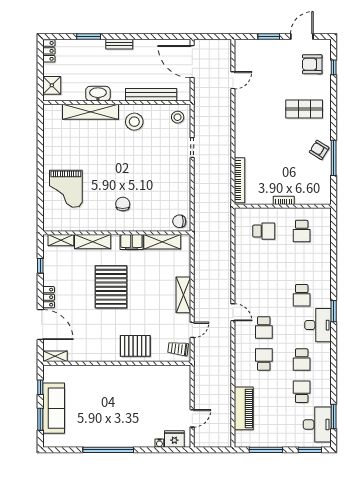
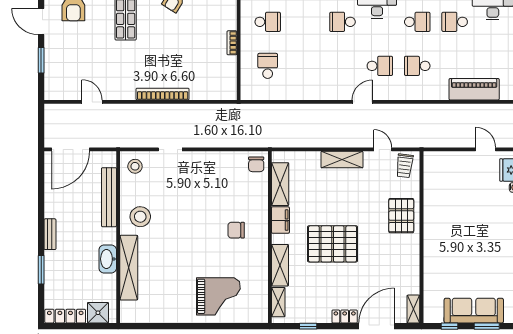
locker: (49, 51) -> (65, 316), width x1.53
bookcase: (240, 180) -> (163, 94), moved
school desk: (302, 295) -> (342, 22), turned 180

